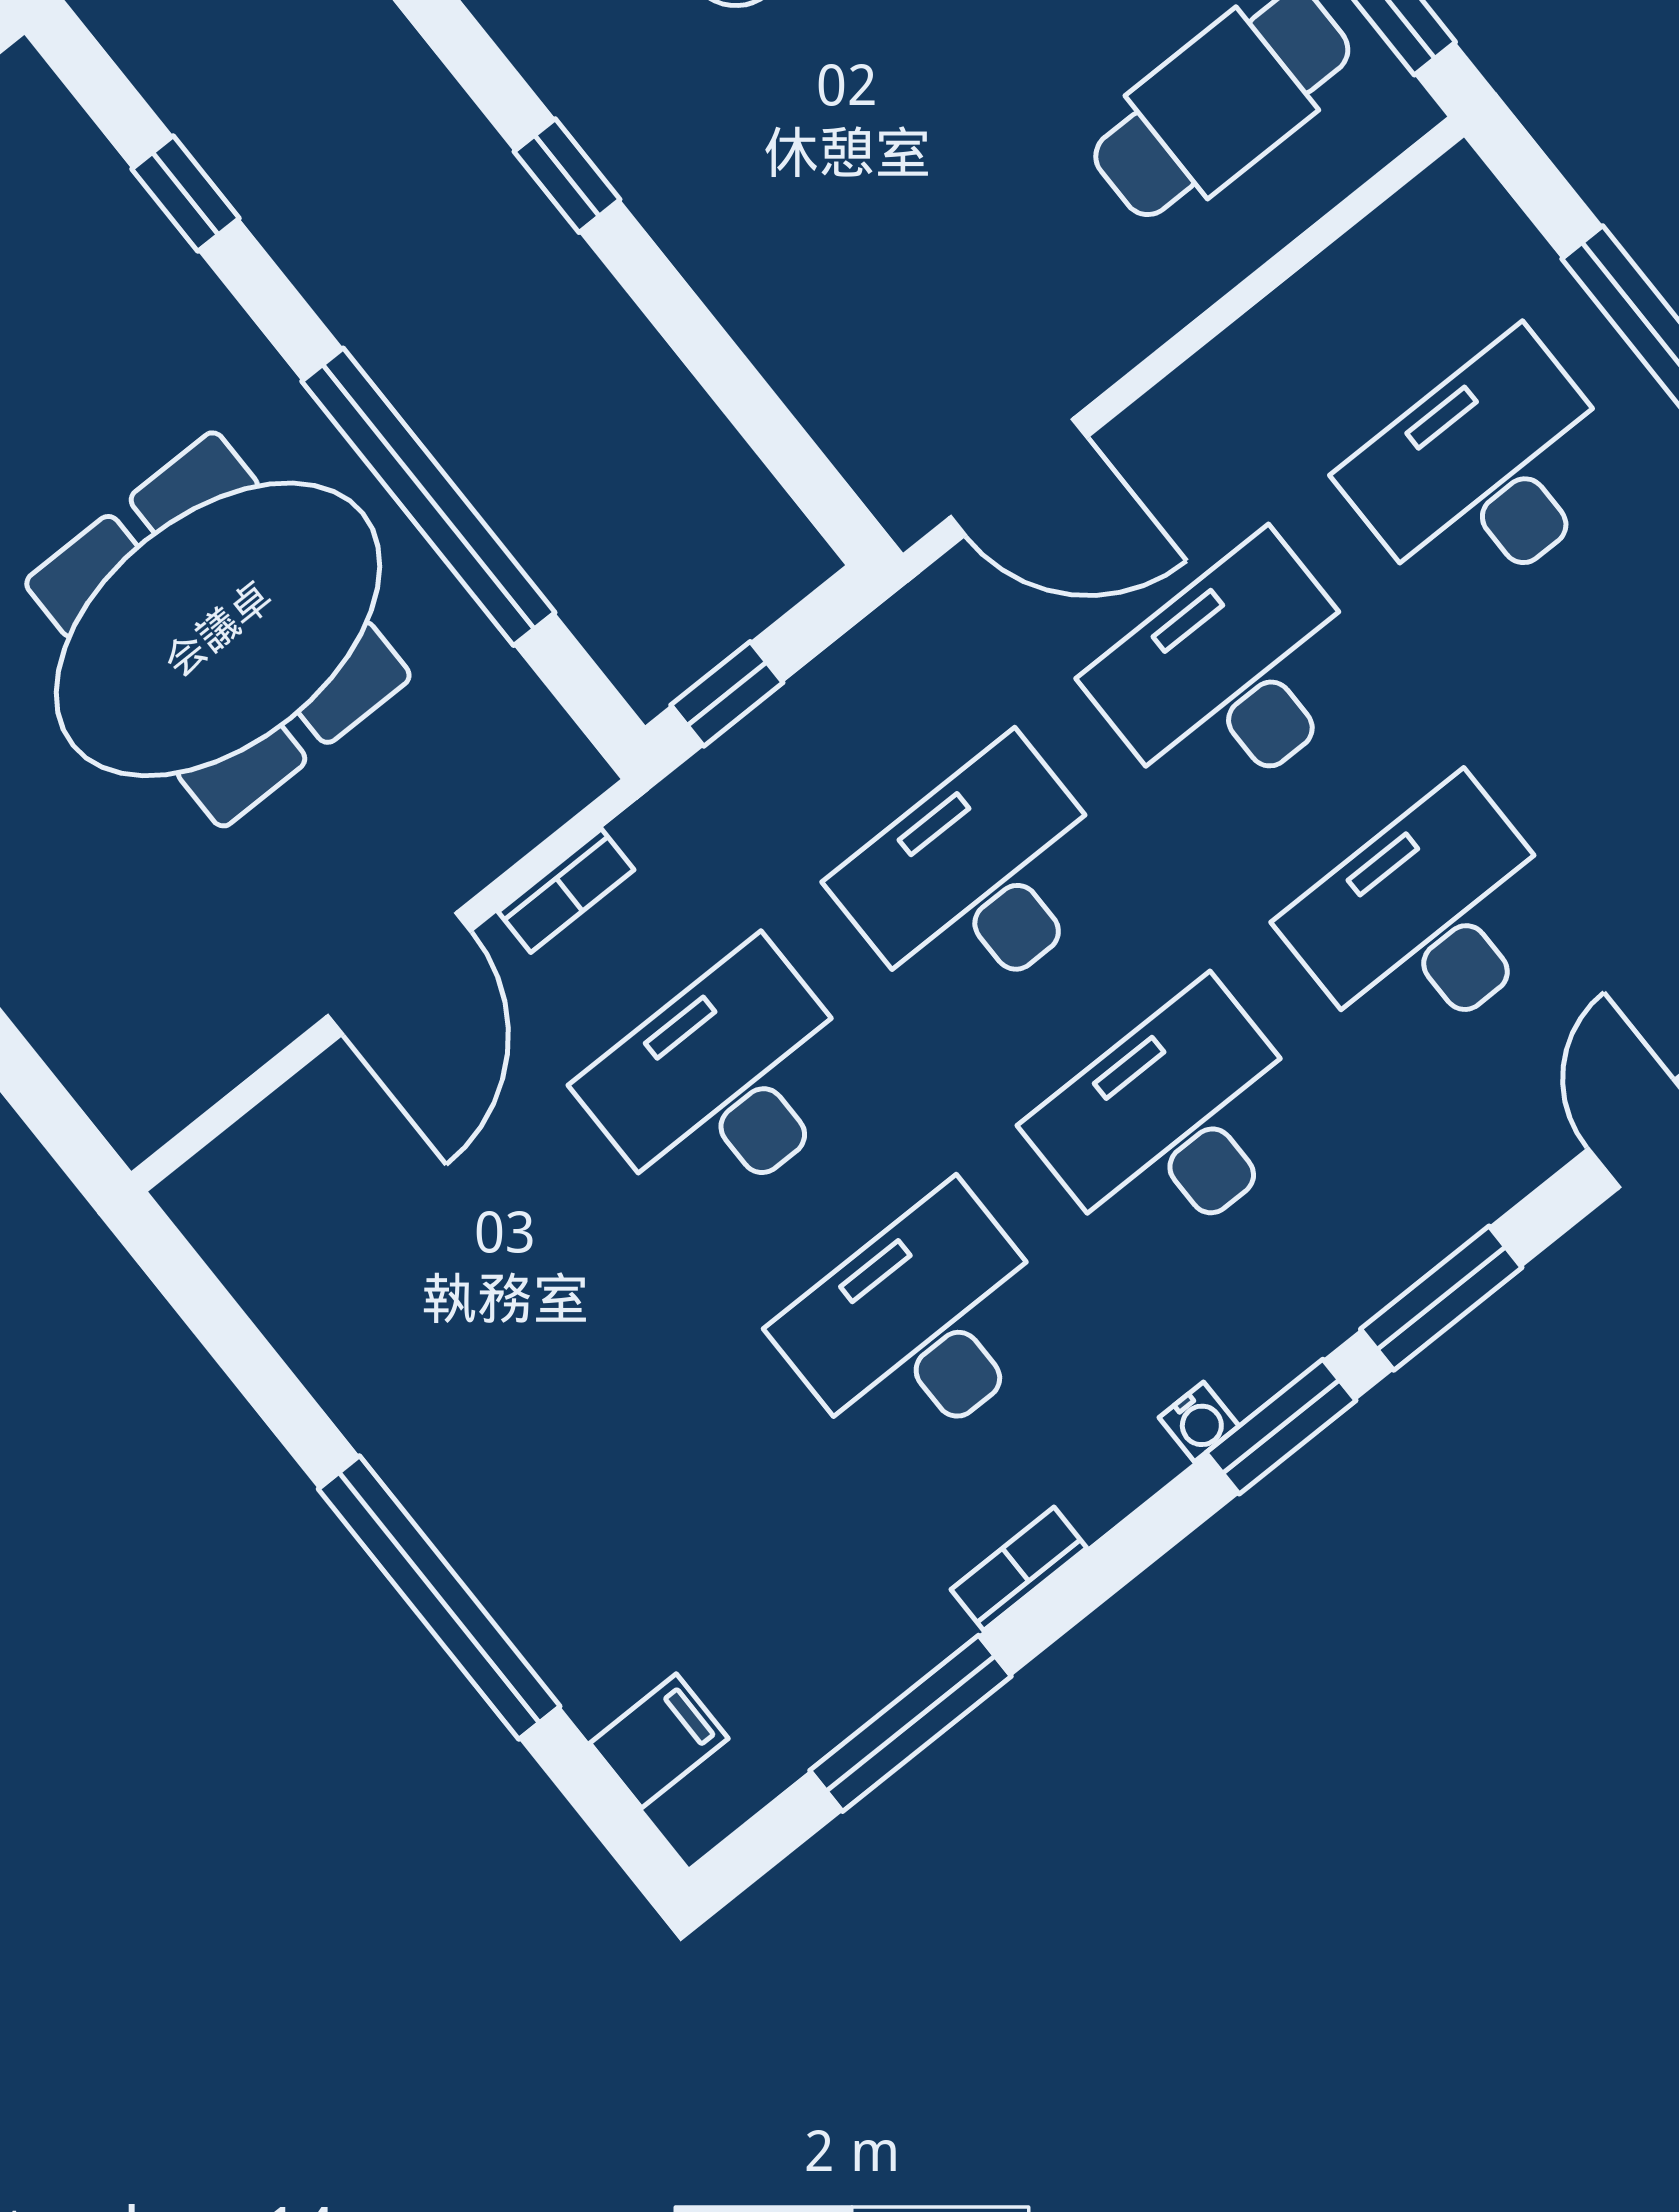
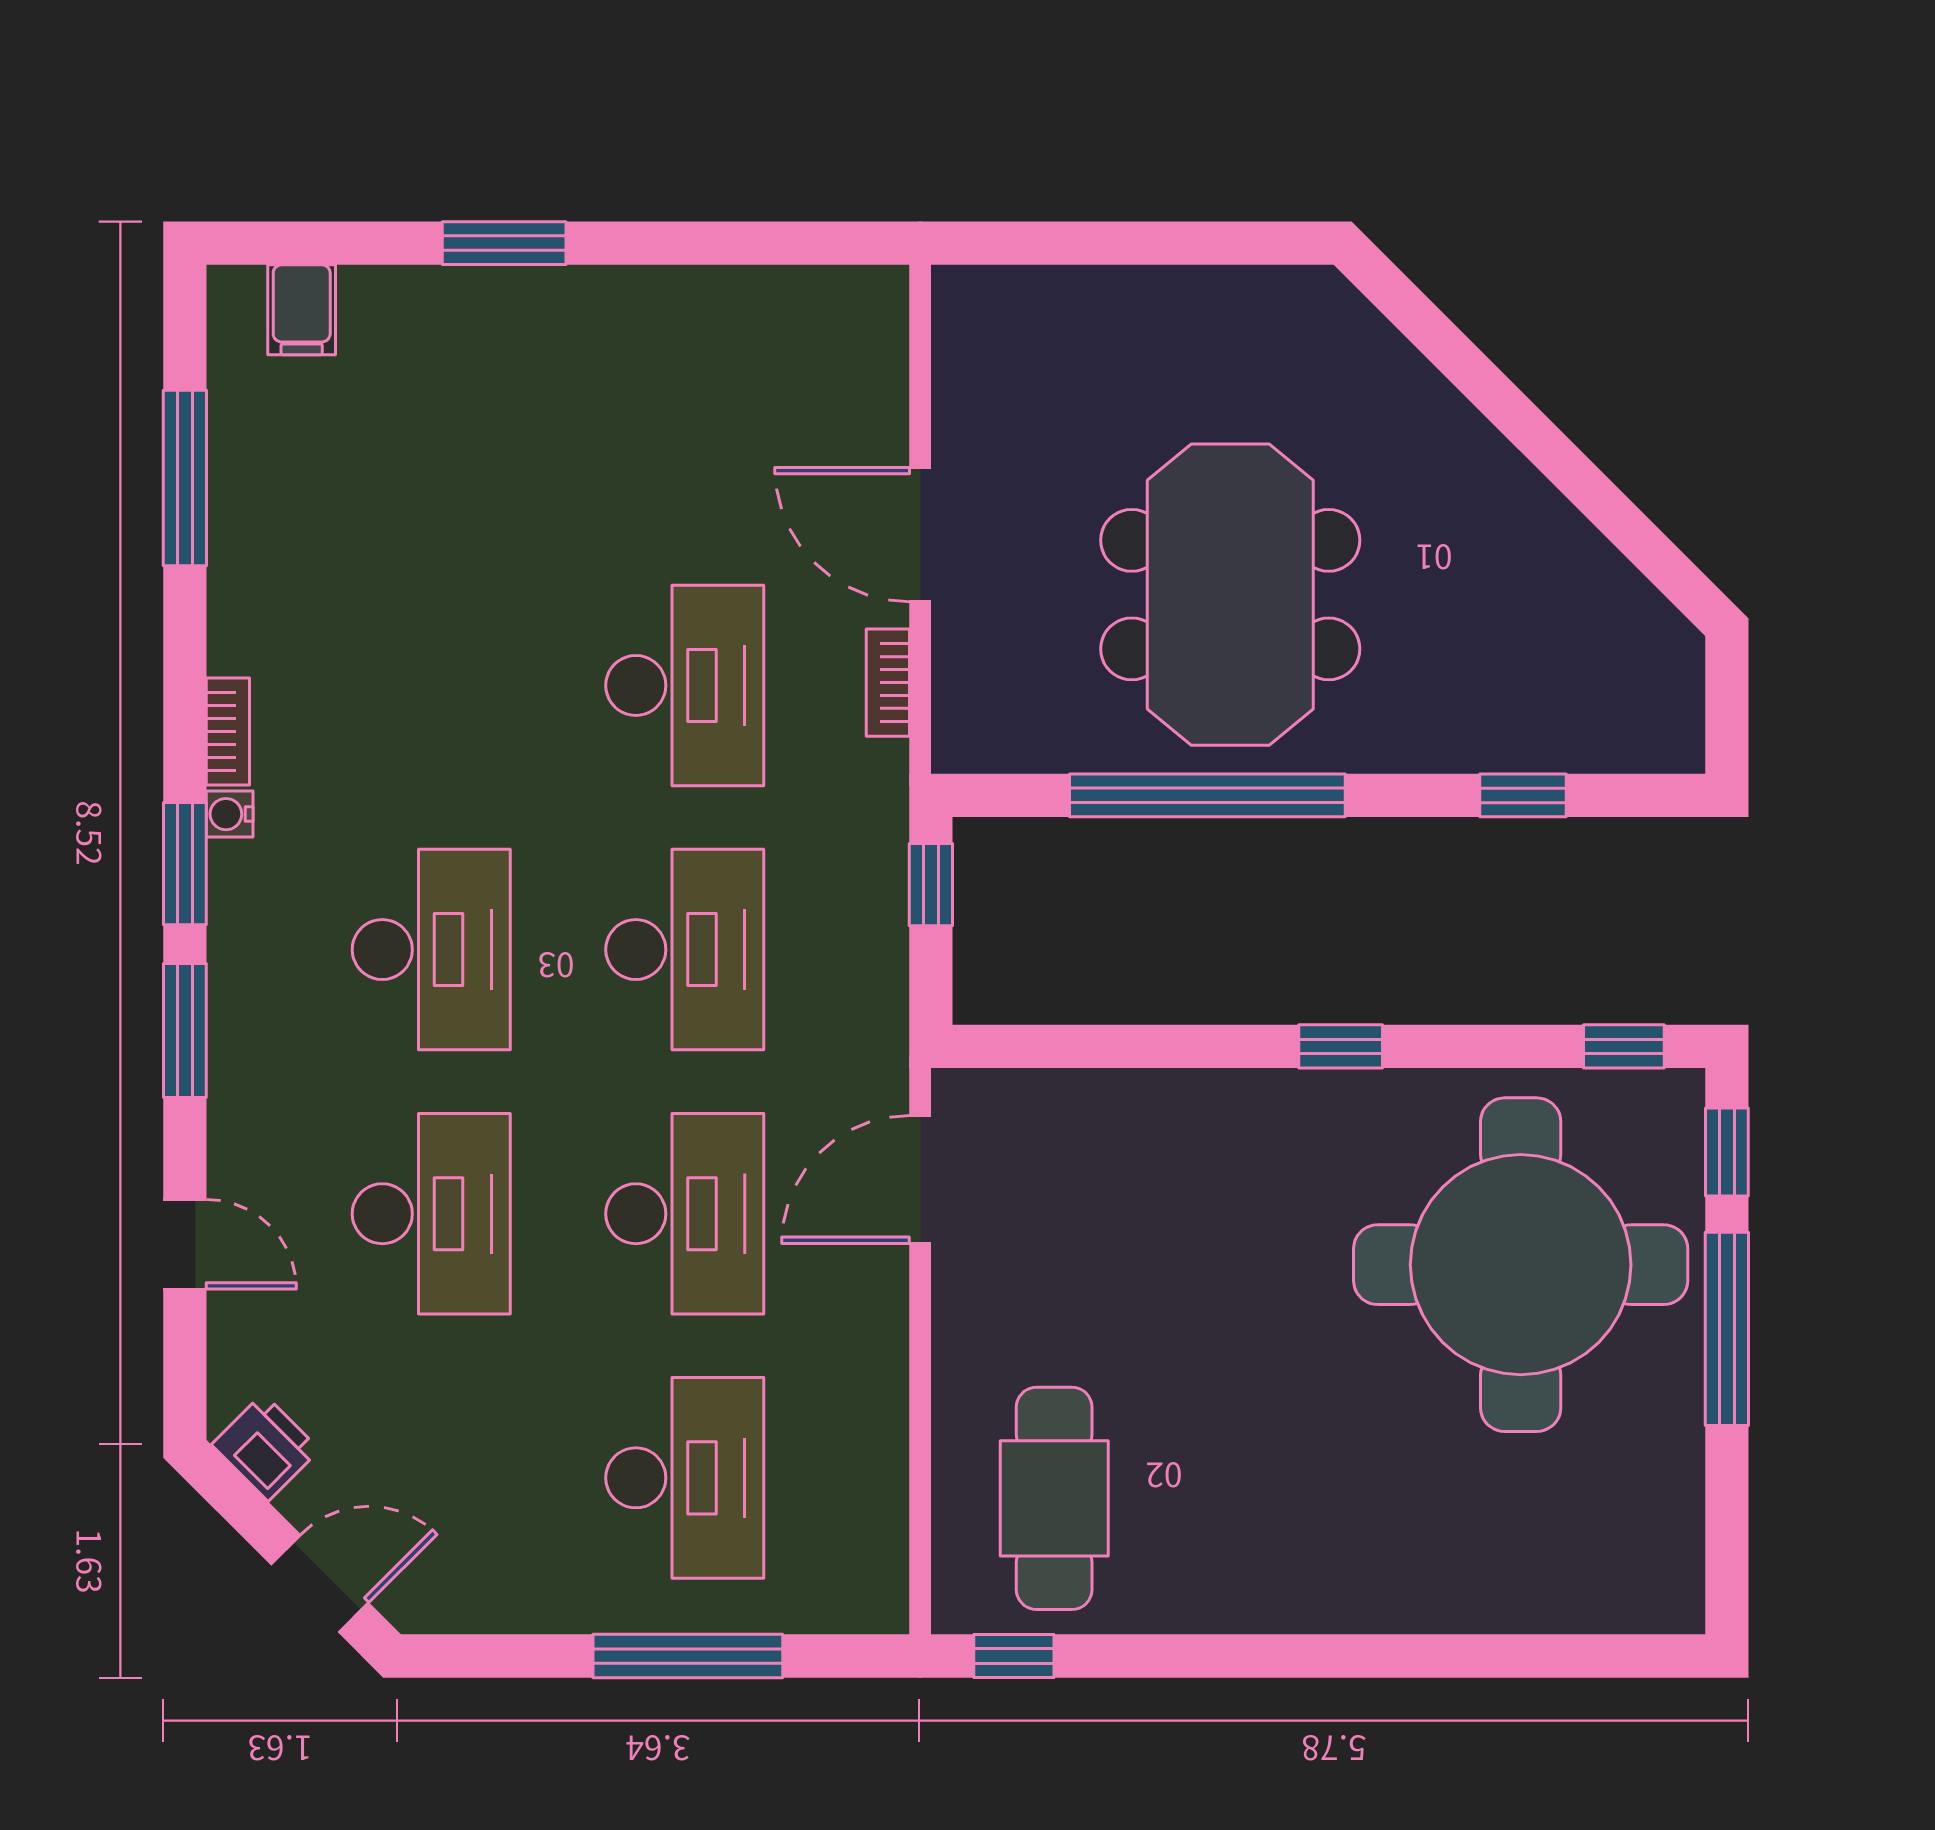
desk: (920, 1327) -> (431, 685), removed
bookcase: (1019, 1569) -> (228, 731), moved
window: (439, 1598) -> (504, 243), width x0.47

